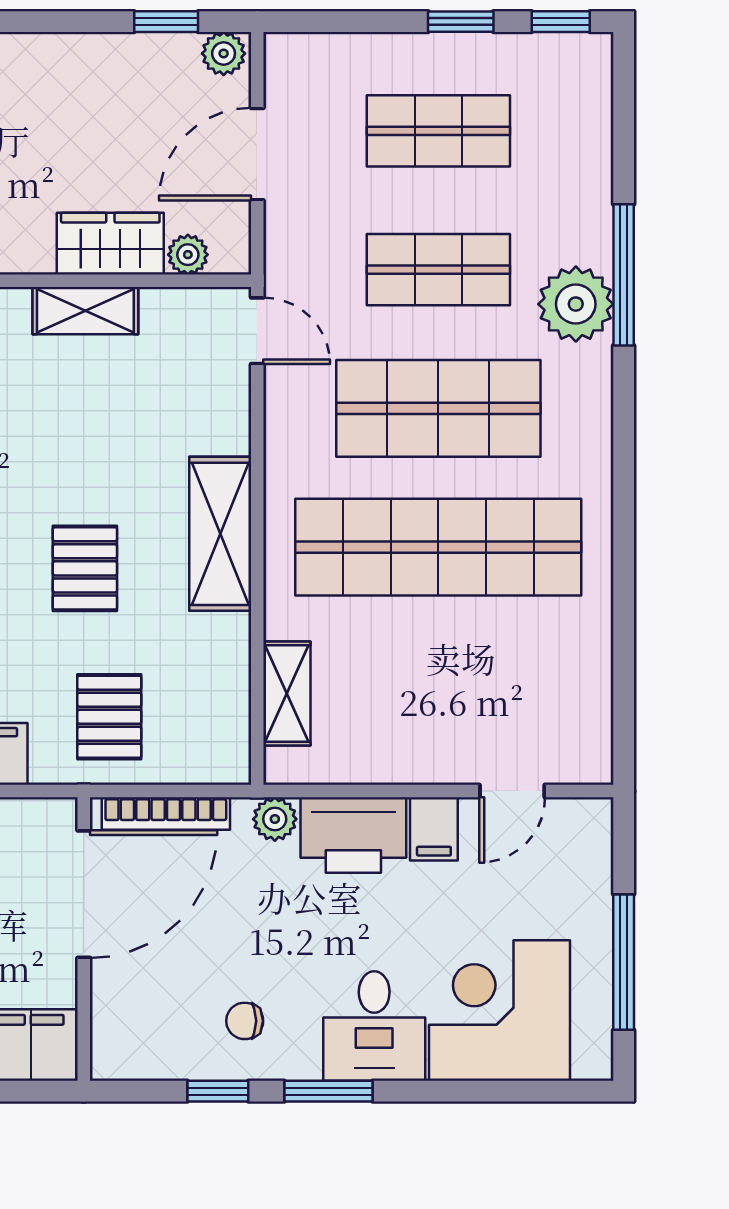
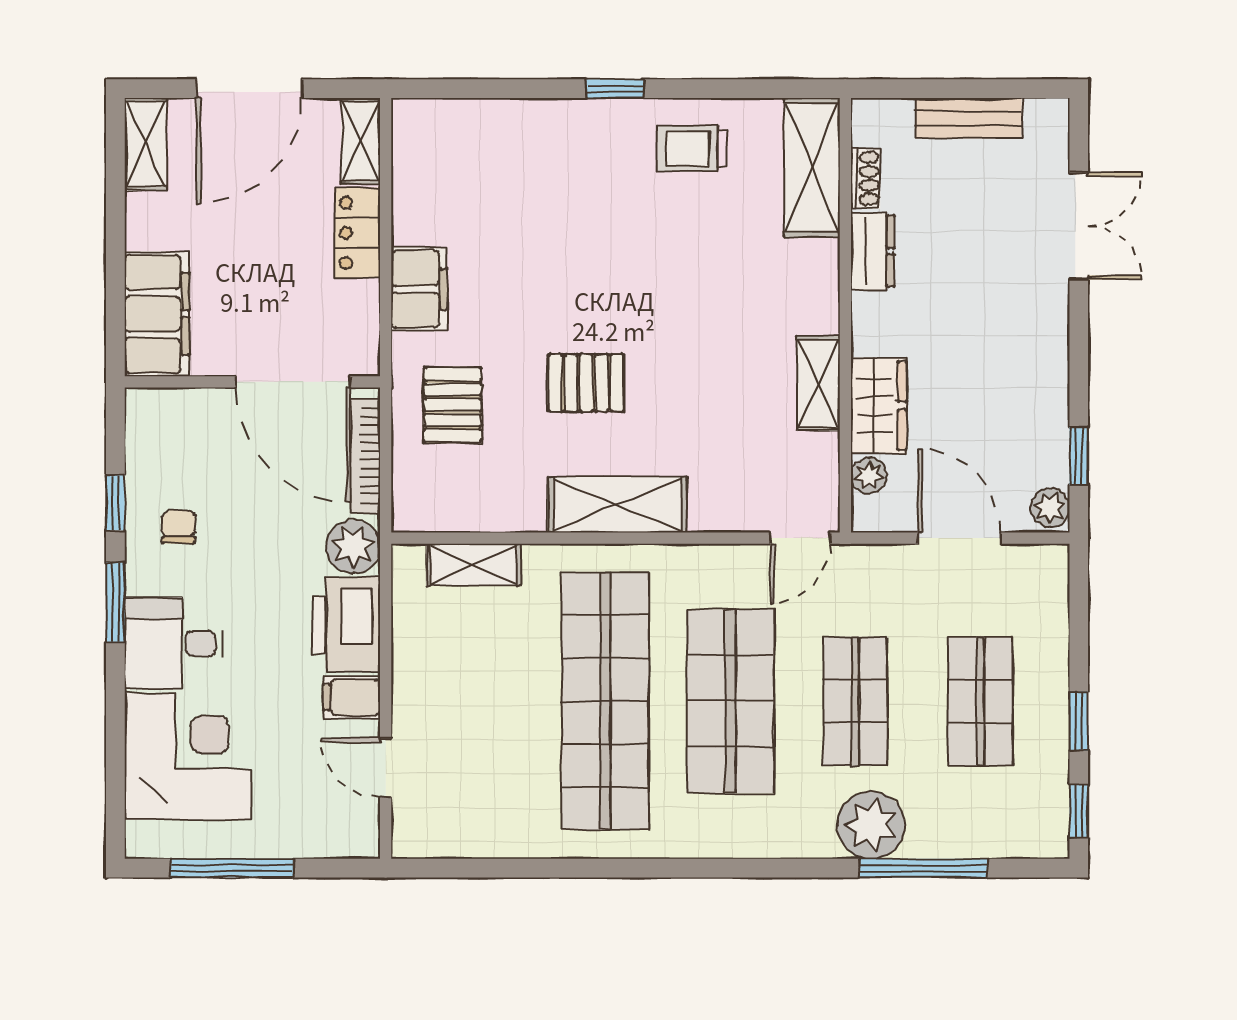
window: (624, 275) -> (923, 868), moved
plant: (576, 304) -> (871, 825), moved
pallet: (109, 717) -> (453, 405), turned 90
plant: (275, 819) -> (353, 547), width x1.38, depth x1.38

